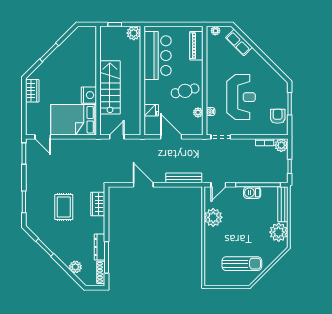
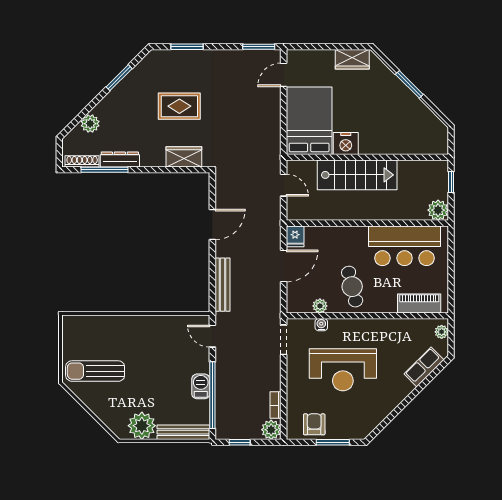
fridge: (151, 110) -> (295, 236), moved
armchair: (278, 116) -> (314, 424), turned -90
plant: (213, 217) -> (164, 328), removed
sun lounger: (242, 264) -> (95, 371), turned 90

